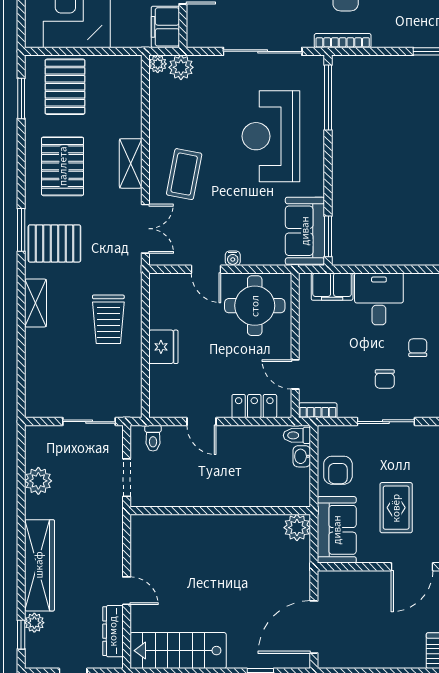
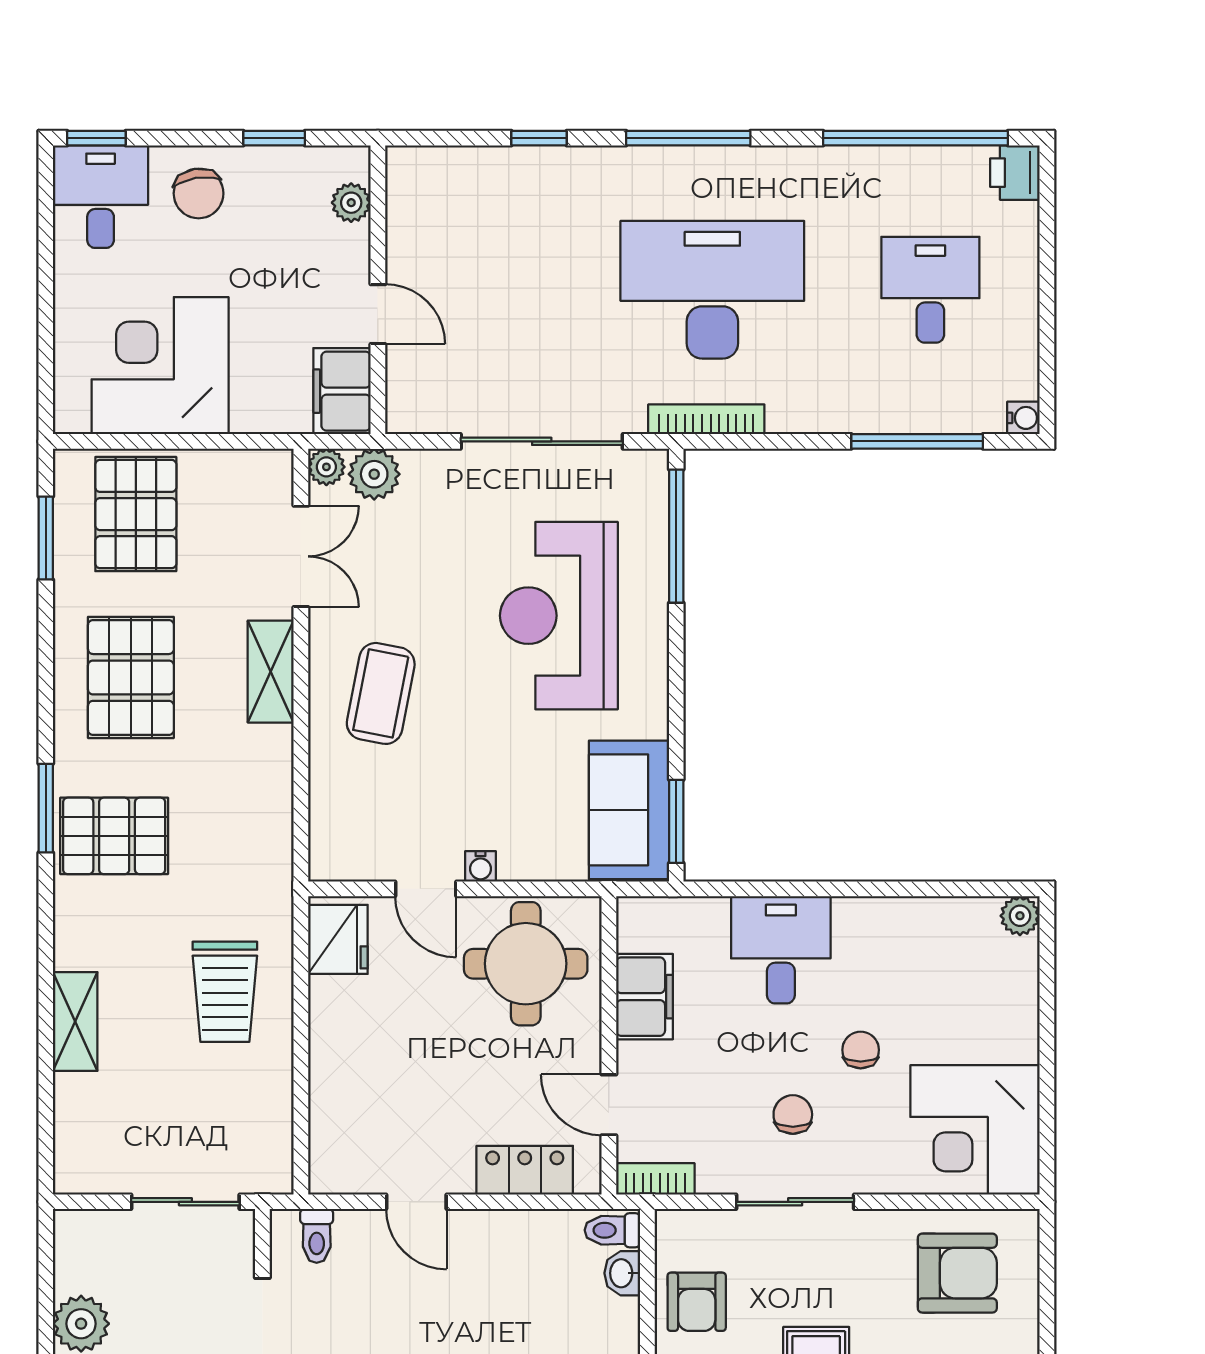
double door: (145, 229) -> (301, 556), moved
filing cabinet: (332, 287) -> (645, 997), moved, turned -90
shelving: (35, 303) -> (75, 1022), moved
fridge: (163, 347) -> (338, 939), moved
chair: (385, 379) -> (793, 1114), turned 180

